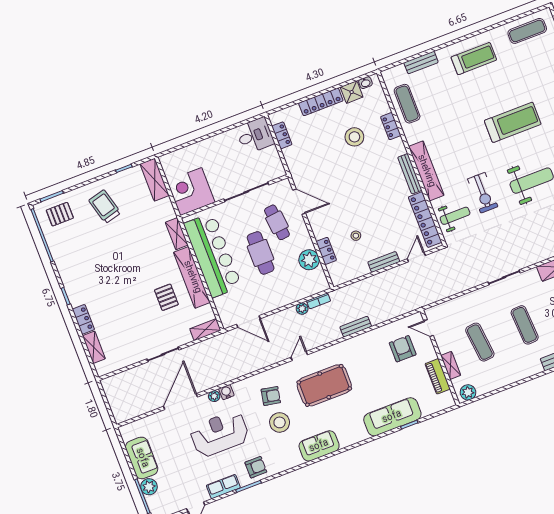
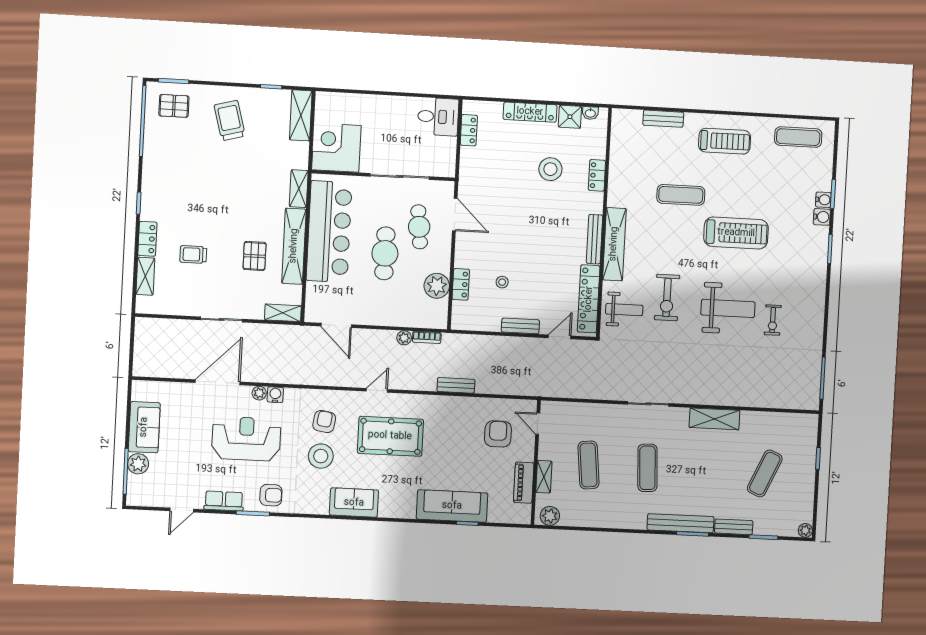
exercise mat: (407, 104) -> (681, 195), moved, turned 90
trolley: (121, 316) -> (193, 254), added
armchair: (271, 396) -> (324, 422), turned -92

